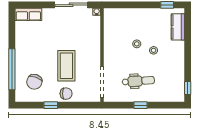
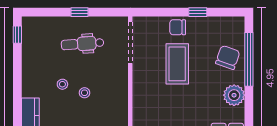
plant: (23, 42) -> (234, 95), added
chair: (34, 82) -> (228, 57), moved

